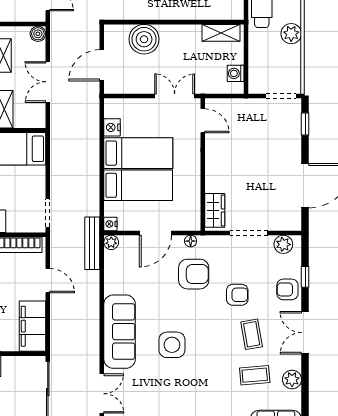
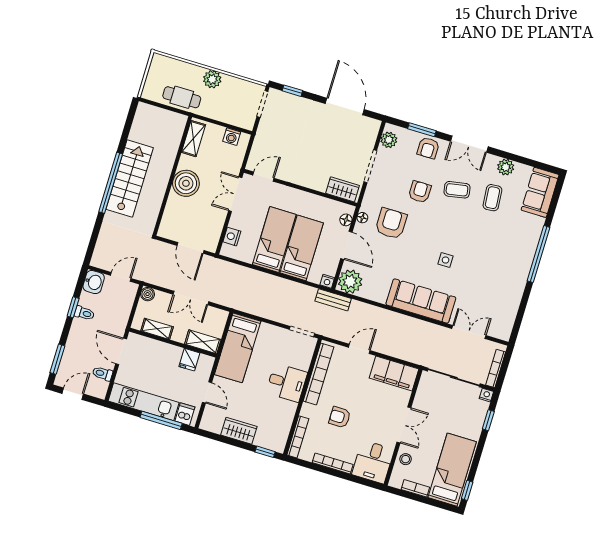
boiler: (144, 39) -> (186, 183), moved
nightstand: (112, 127) -> (232, 237), moved, turned 90
floor lamp: (183, 224) -> (346, 220), added
plant: (111, 242) -> (350, 282), width x1.87, depth x1.87
bench: (92, 243) -> (333, 300), width x0.73
window: (305, 277) -> (422, 130), width x1.50
side table: (172, 345) -> (446, 260), width x0.54, depth x0.54

